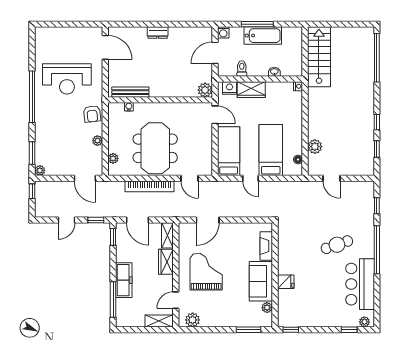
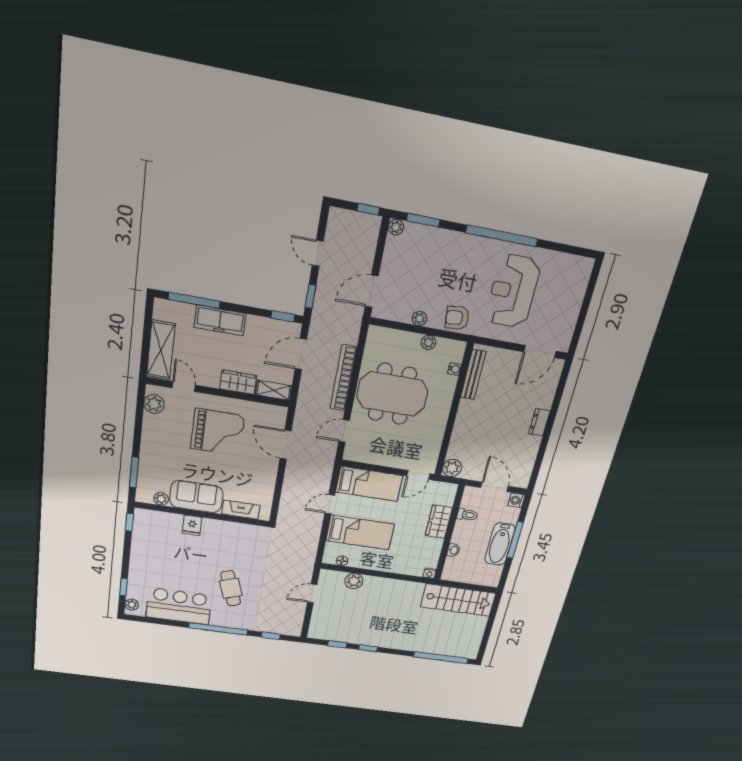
nightstand: (229, 88) -> (447, 497), removed
plant: (113, 158) -> (429, 342), moved
shelving: (159, 321) -> (161, 350), width x1.50, depth x1.33

